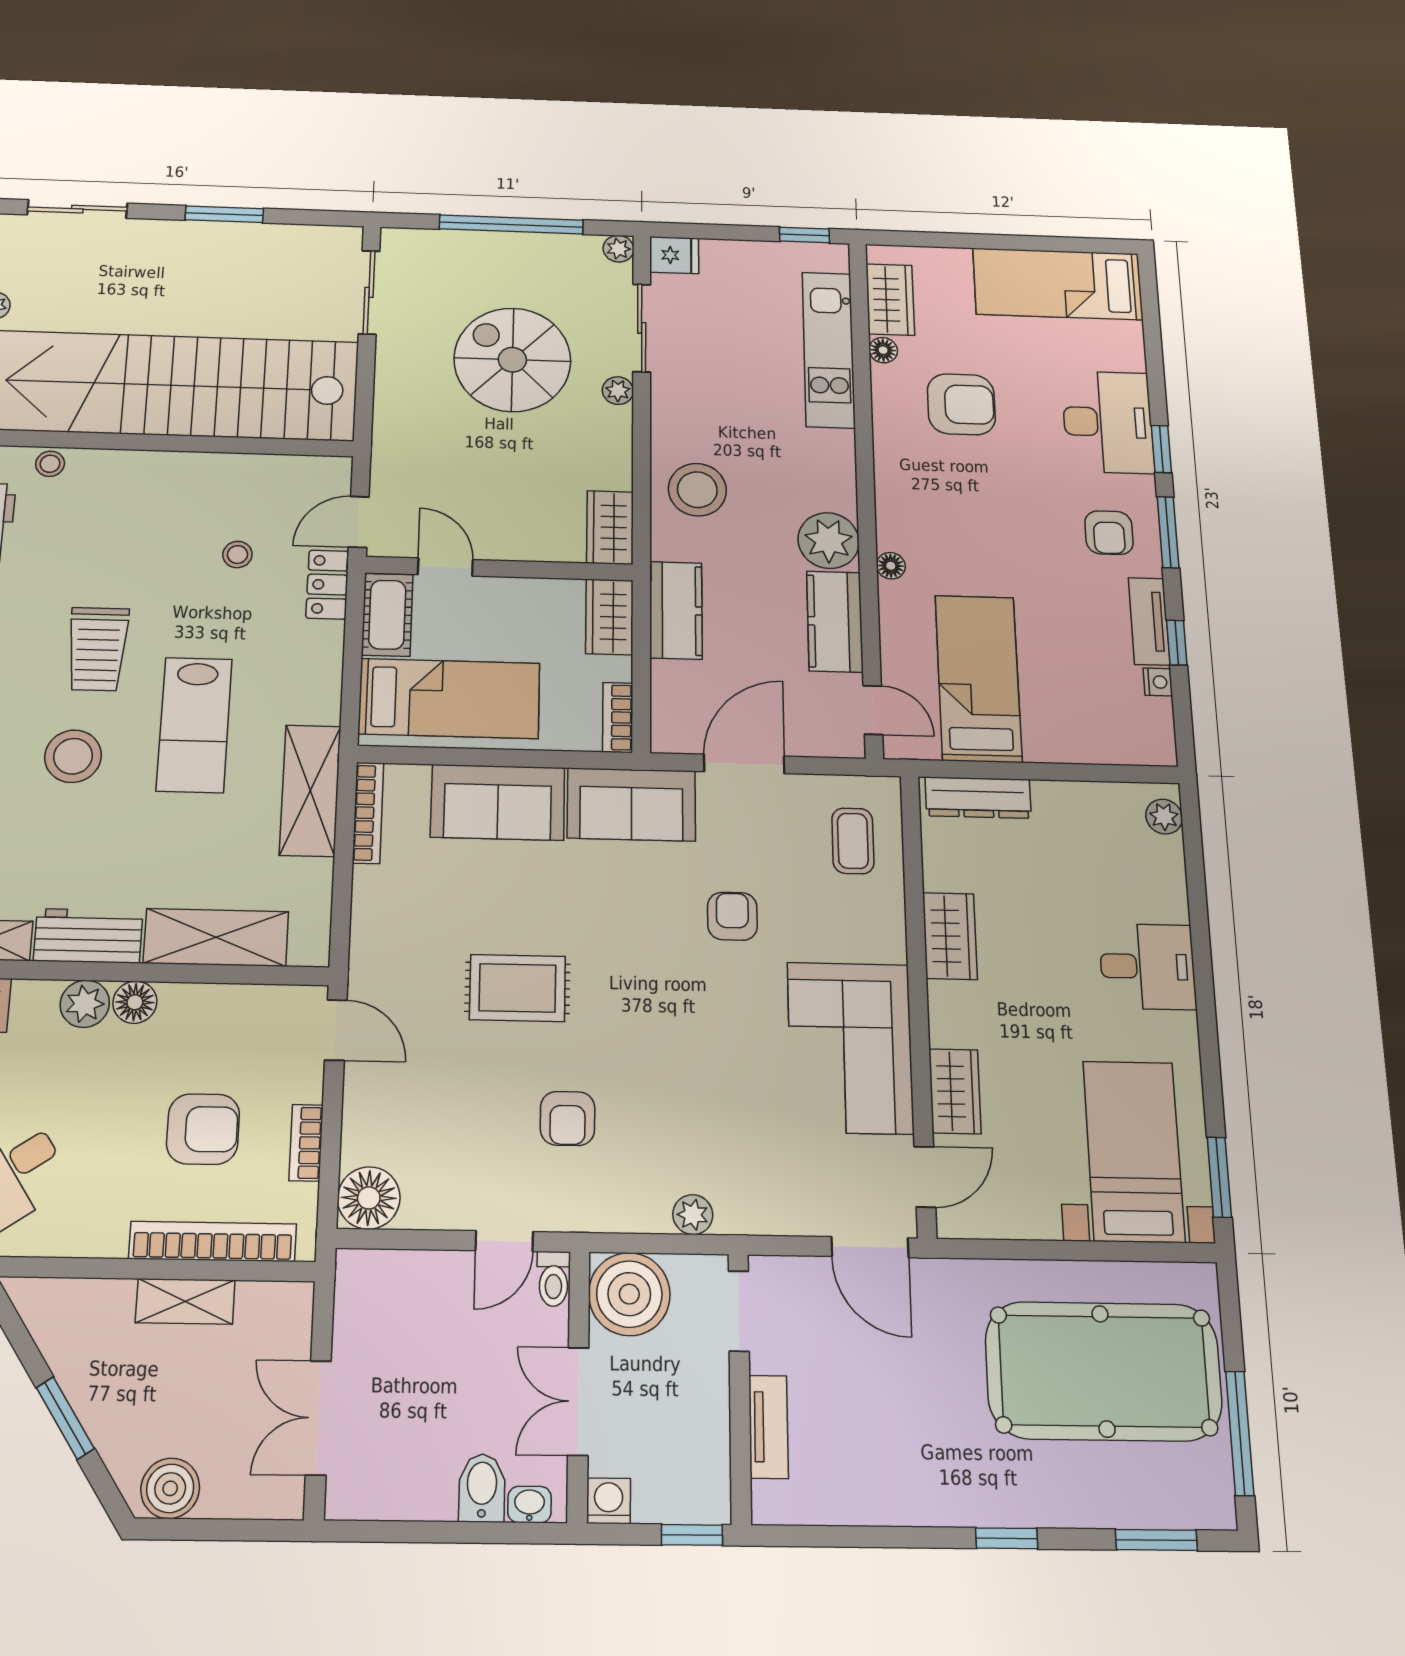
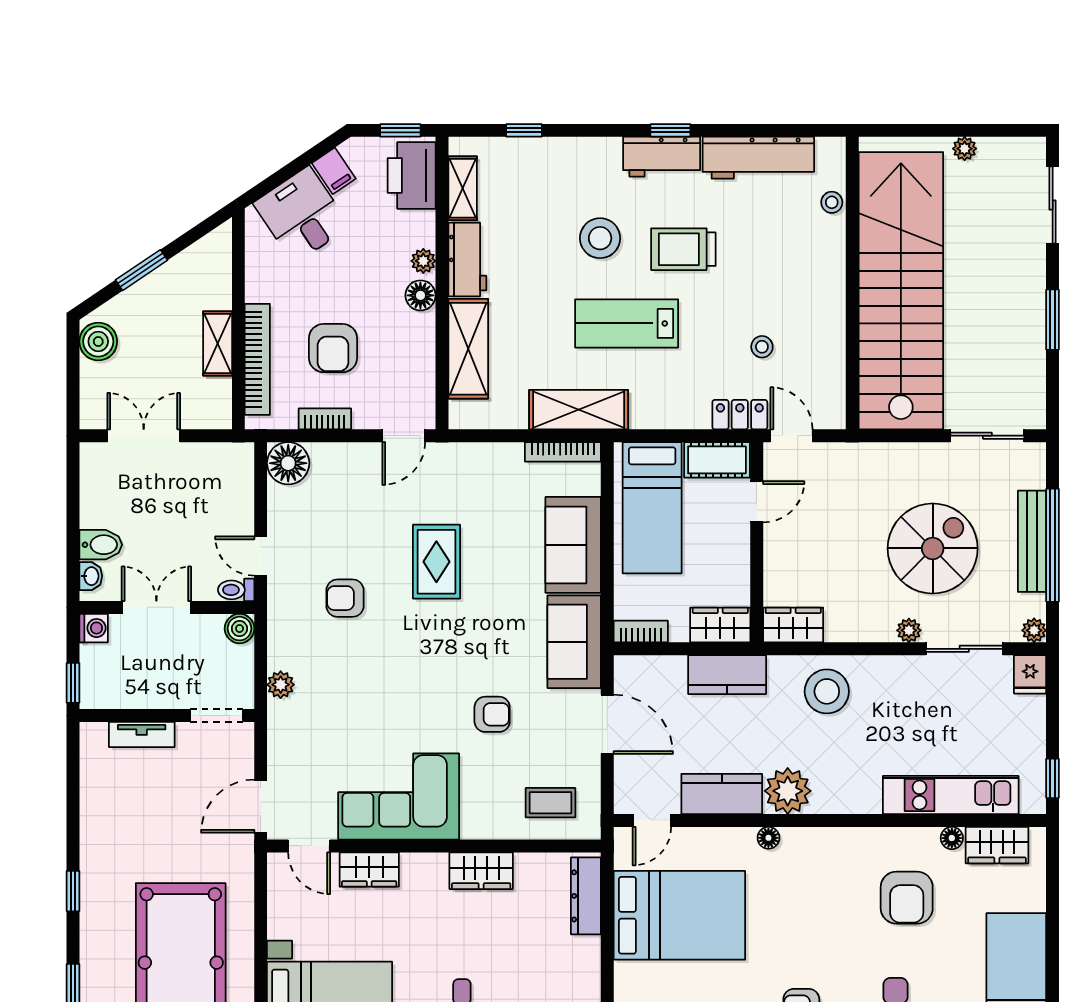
bench: (506, 247) -> (1032, 541), added
bed: (978, 678) -> (679, 915), width x1.50
plant: (85, 1004) -> (423, 261), width x0.73, depth x0.73
boiler: (629, 1294) -> (240, 629), width x0.54, depth x0.54

